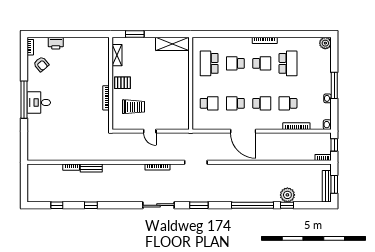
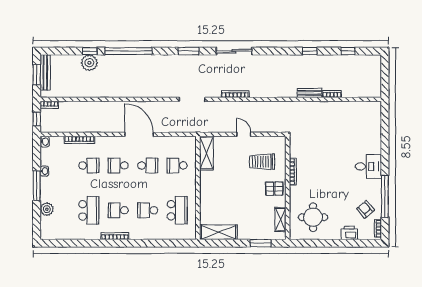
plant: (325, 43) -> (47, 209), moved
round table: (88, 57) -> (313, 217), added
school desk: (235, 63) -> (148, 210), turned 180
school desk: (288, 63) -> (89, 210), turned 180
window: (24, 100) -> (385, 196), moved
shelving: (183, 114) -> (207, 153), added

